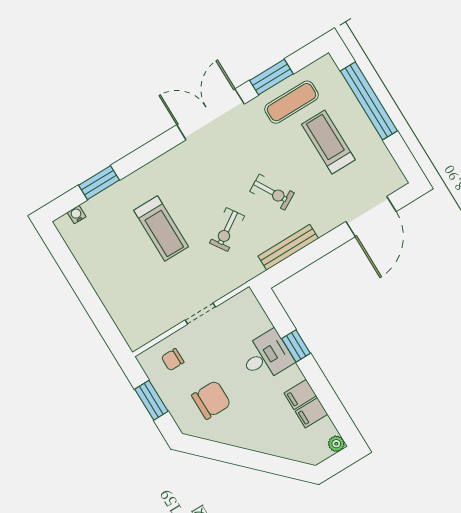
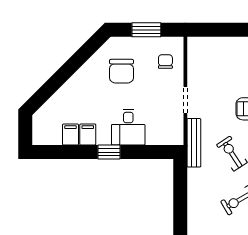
bench: (288, 247) -> (194, 143), moved
window: (296, 346) -> (109, 152), moved
plant: (336, 444) -> (39, 139), removed

